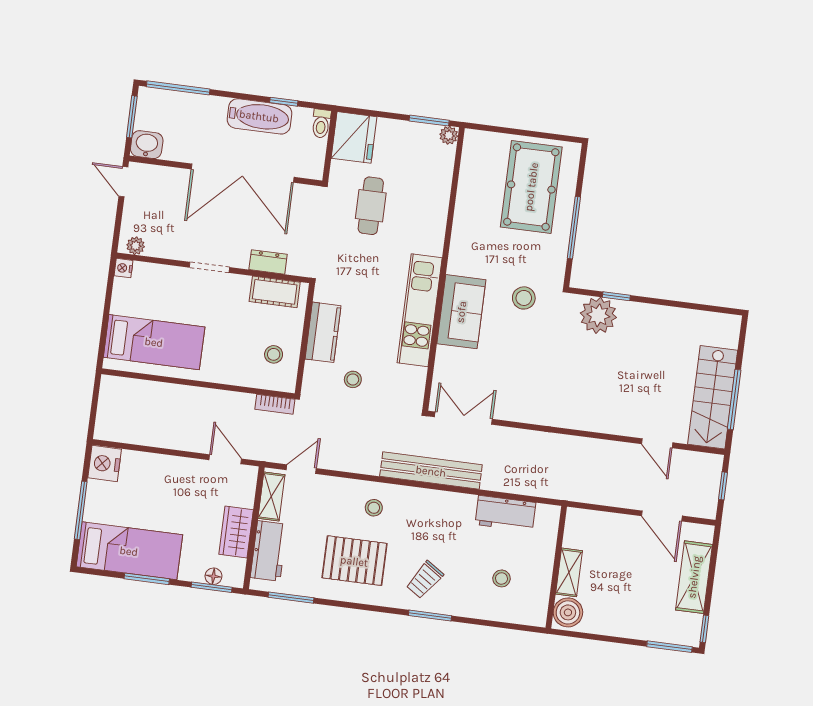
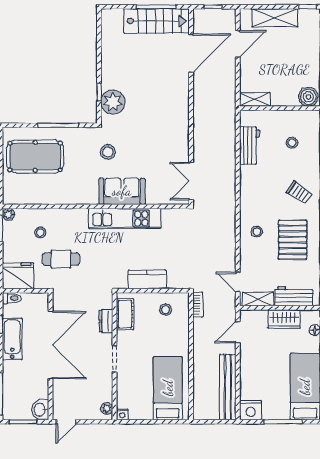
stool: (353, 379) -> (40, 232), moved
door: (657, 443) -> (191, 53), width x1.87
bench: (431, 471) -> (228, 387), moved
shelving: (569, 572) -> (255, 99), moved

